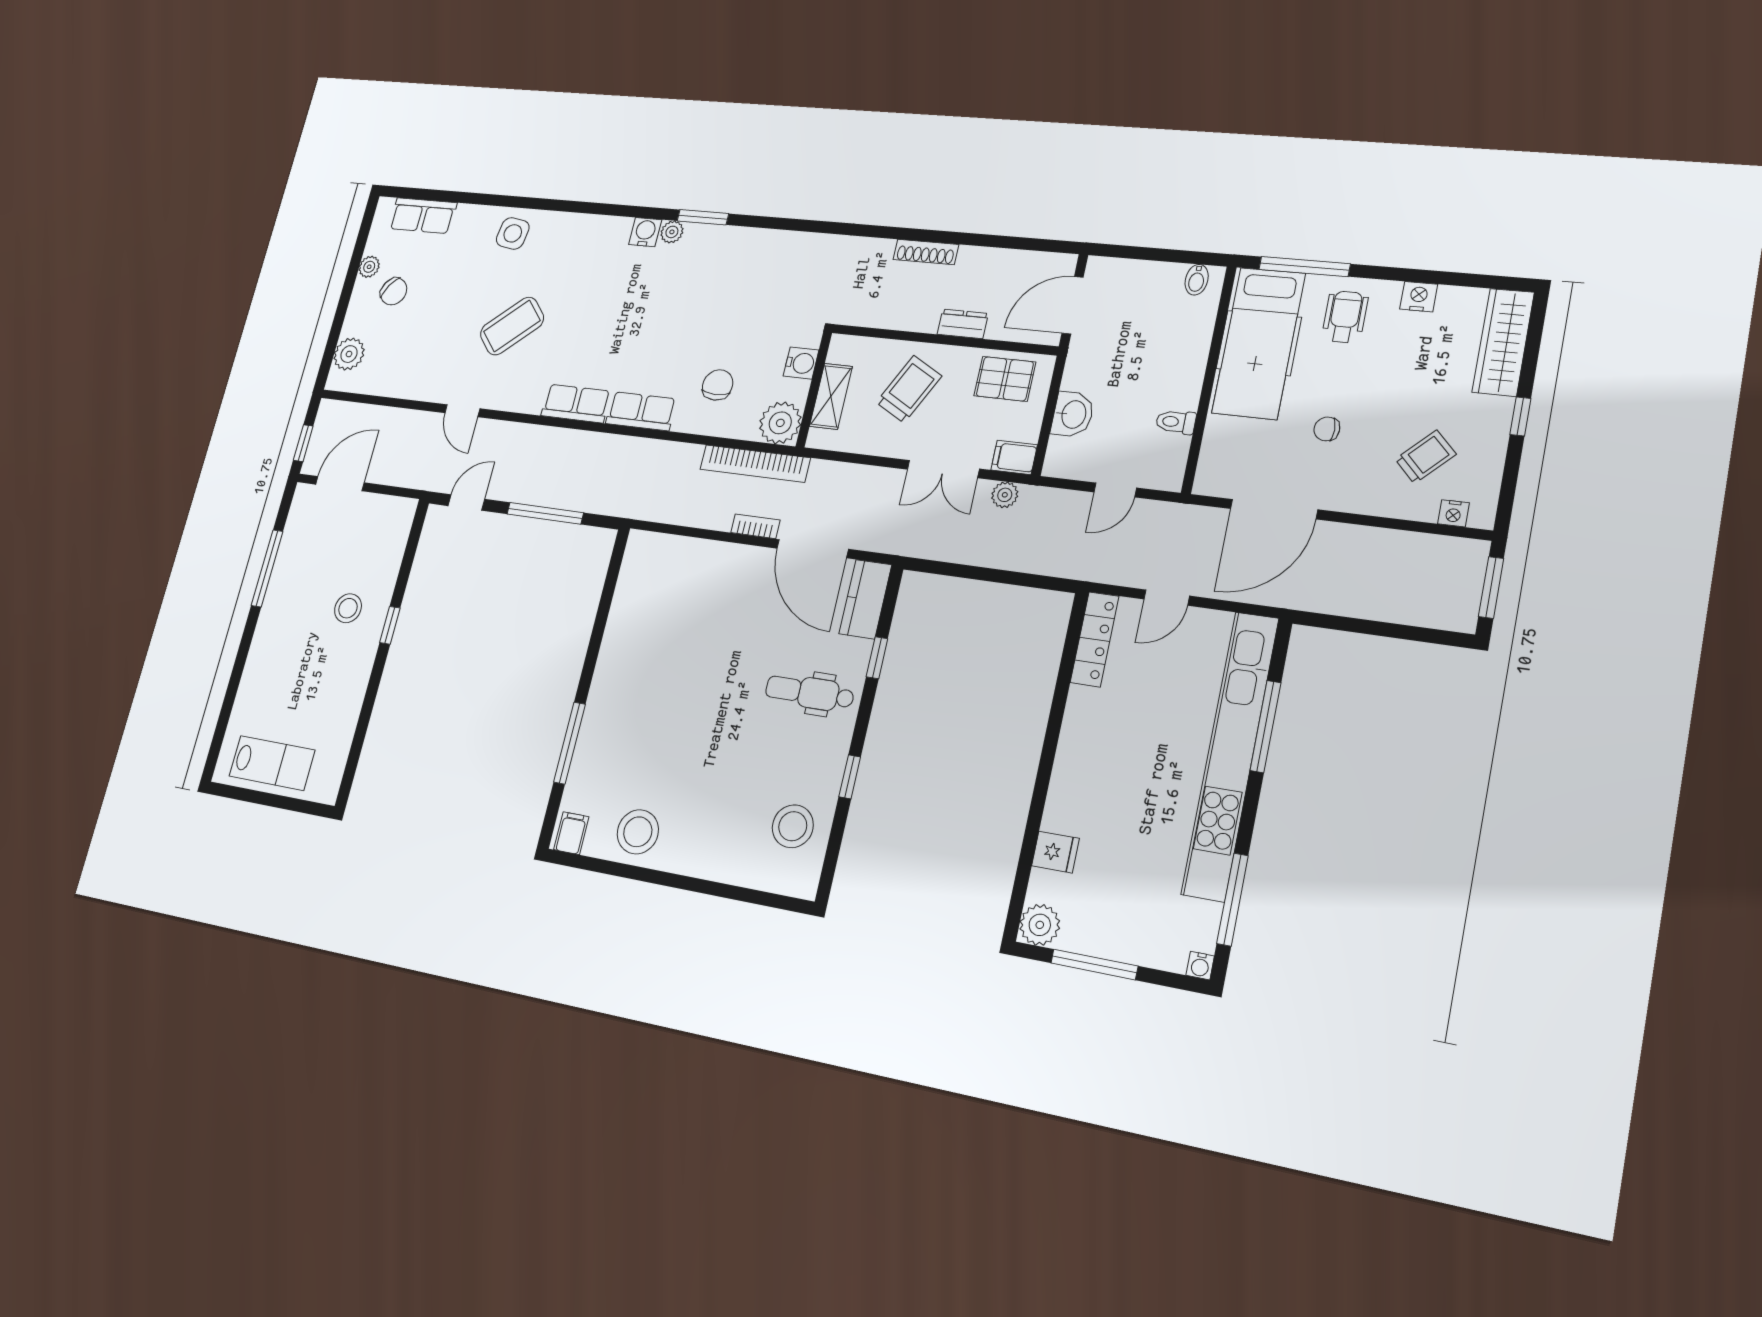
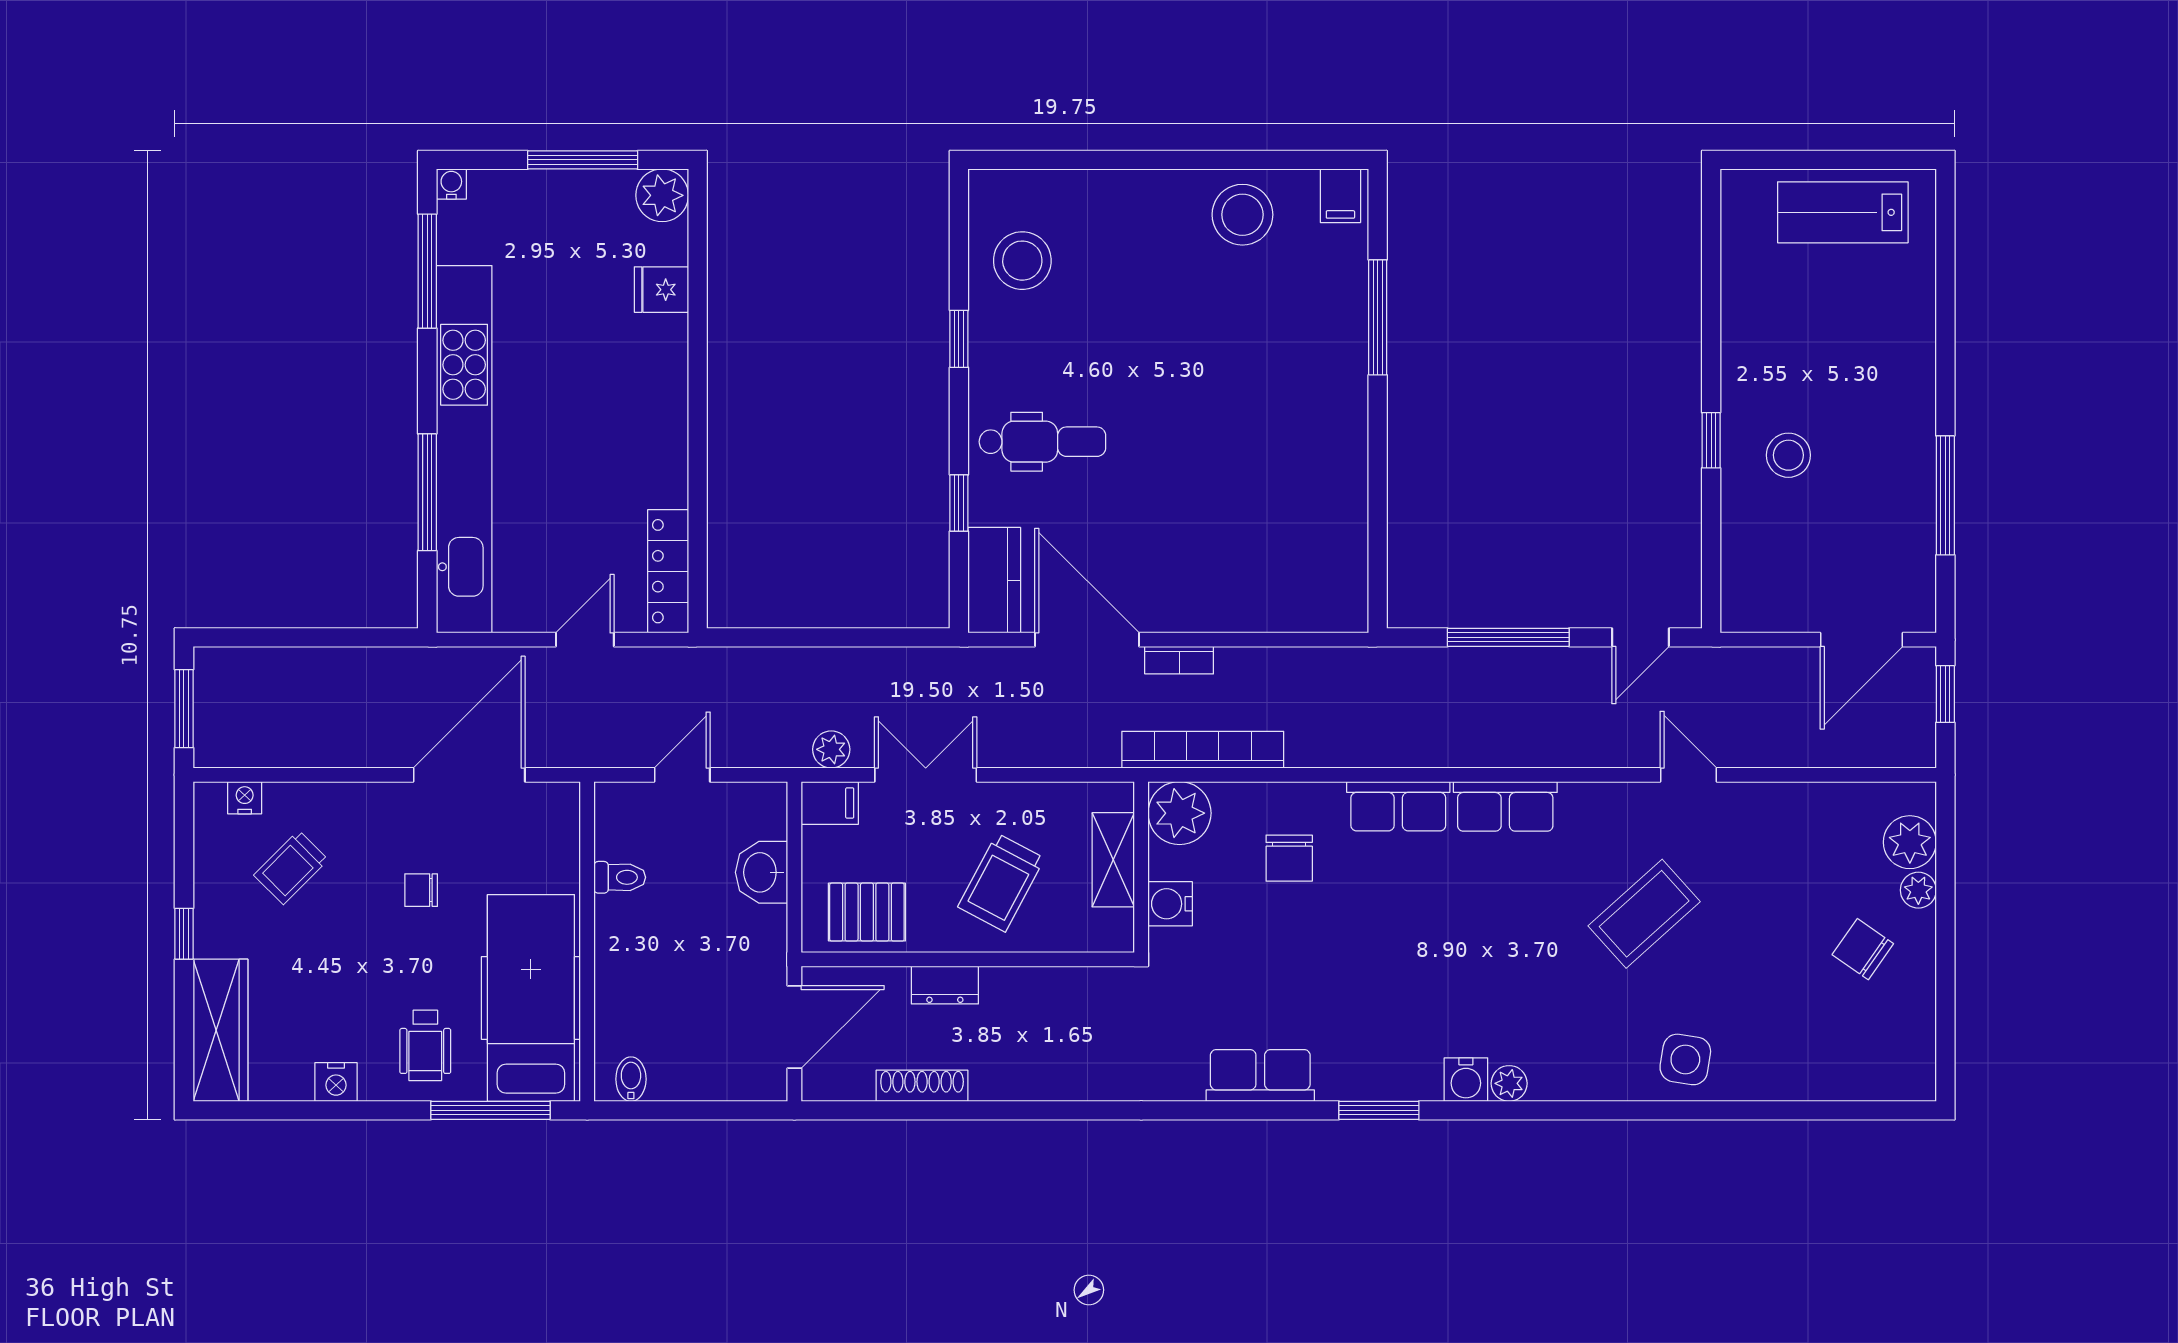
row of seats: (423, 216) -> (1260, 1075), moved
plant: (672, 232) -> (1509, 1083), moved
shoe rack: (926, 252) -> (922, 1086), moved
plant: (369, 267) -> (1918, 890), moved
chair: (1327, 429) -> (421, 890), turned 180

